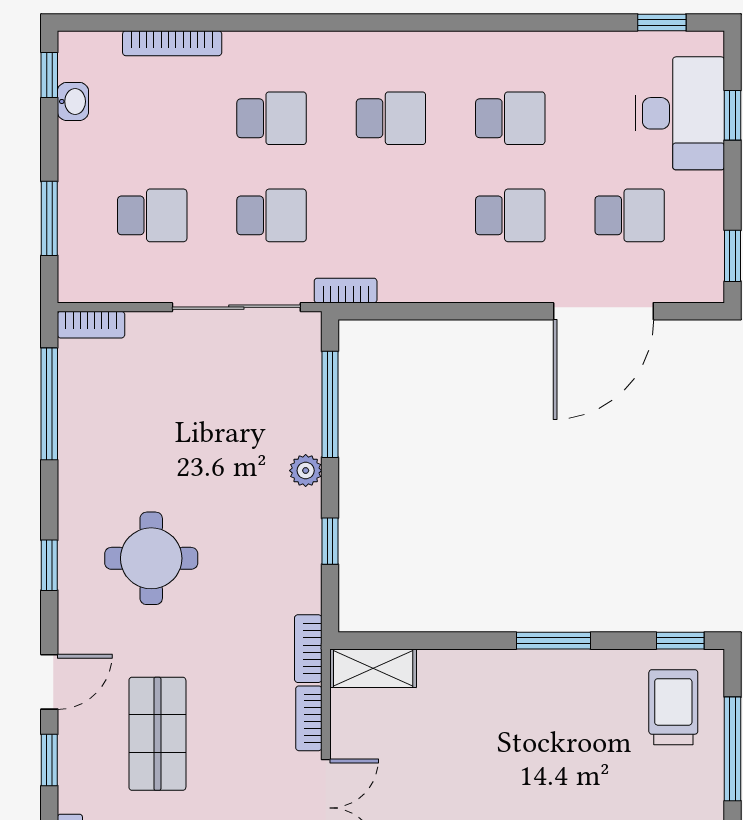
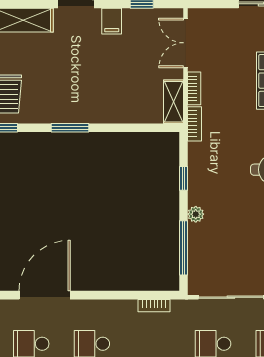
bookcase: (346, 291) -> (154, 306), moved
shelving: (373, 668) -> (174, 102), moved, turned 90

